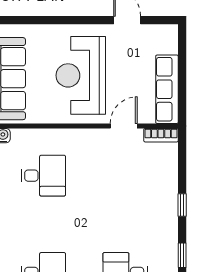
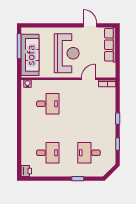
reception desk: (81, 75) -> (67, 53), turned 180
row of seats: (167, 89) -> (110, 45), moved

